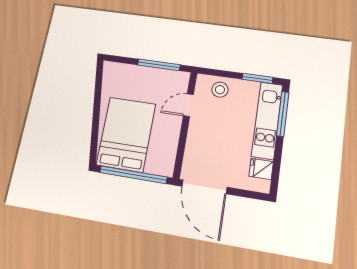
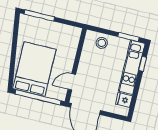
window: (159, 65) -> (39, 15), moved
door: (188, 105) -> (72, 82), moved
window: (283, 114) -> (143, 64), width x0.46

